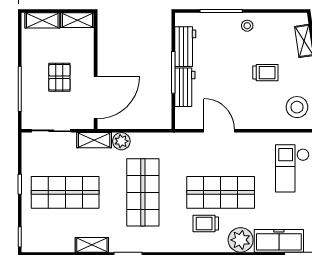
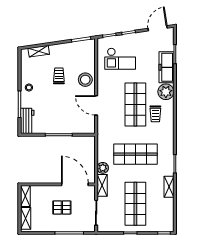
workbench: (185, 47) -> (27, 121), moved, turned 90
workbench: (185, 87) -> (68, 127), removed
stool: (297, 107) -> (85, 80), moved
door: (219, 131) -> (96, 105), hinge flipped

